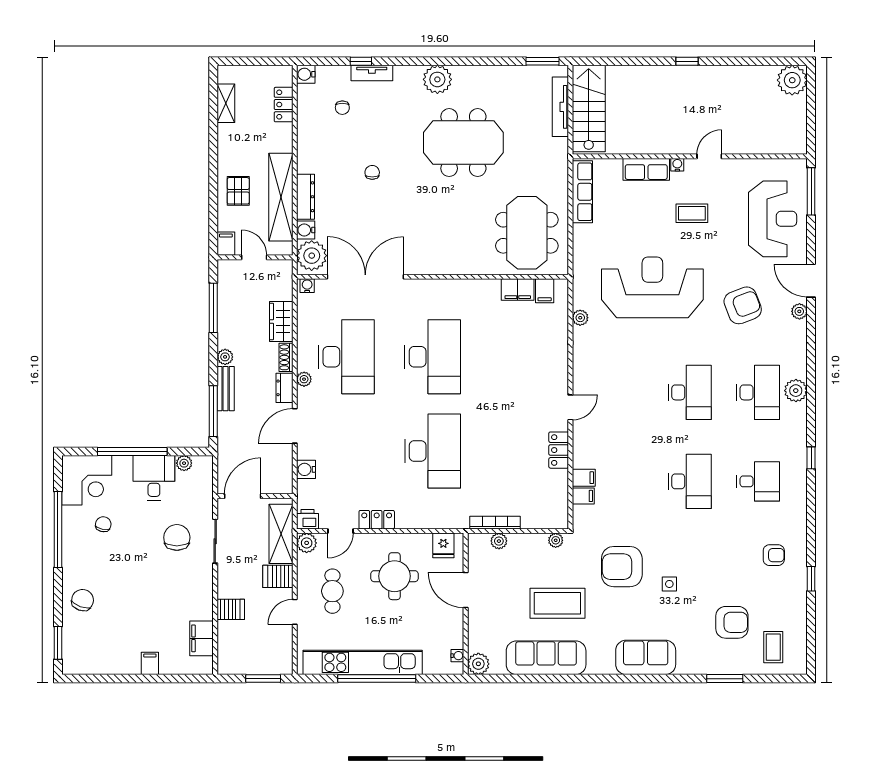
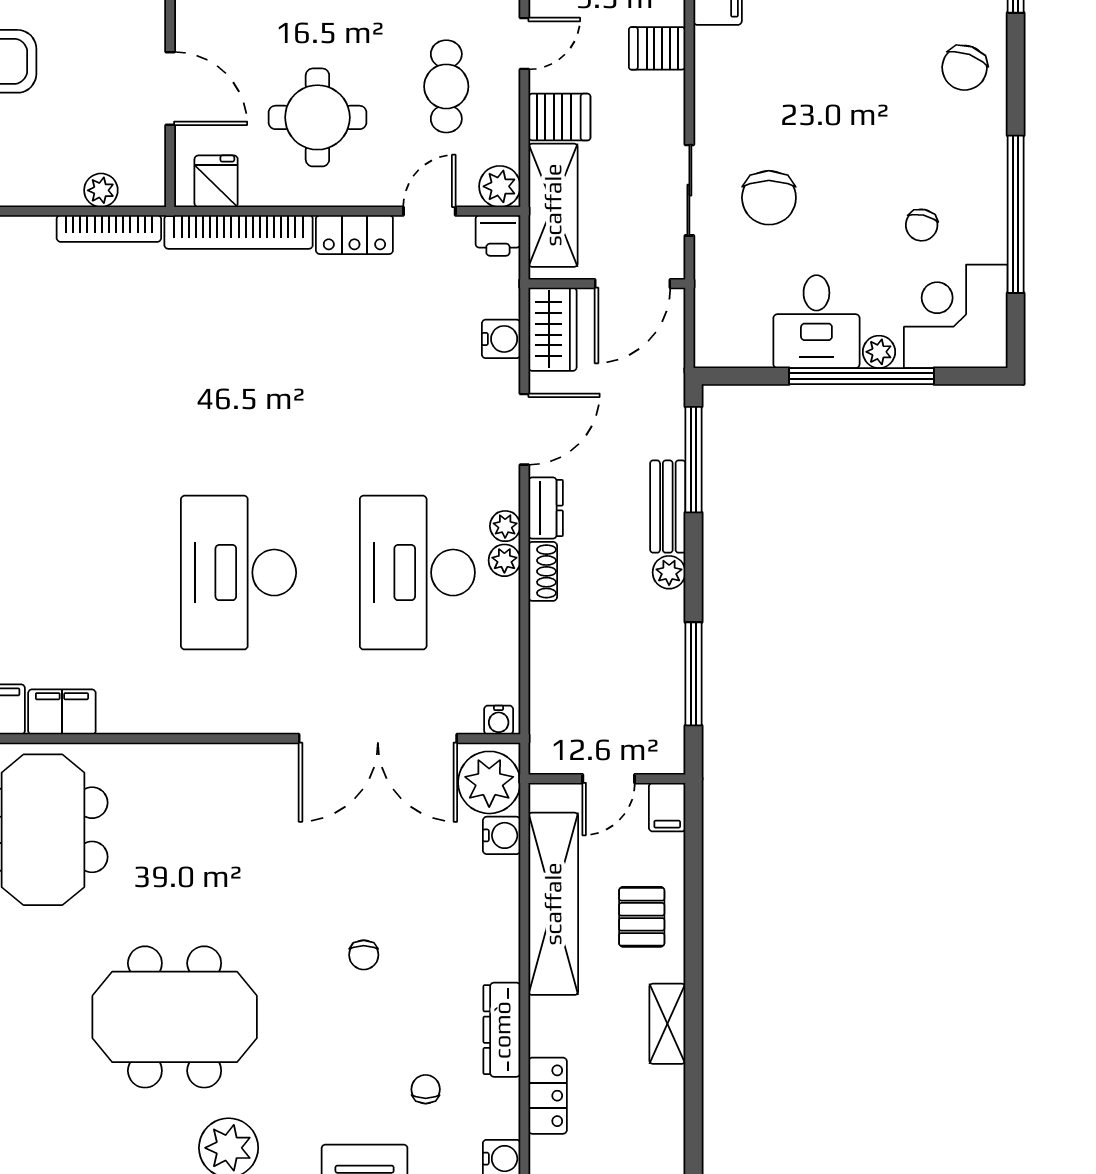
shelving: (226, 103) -> (667, 1024), moved
dresser: (306, 197) -> (502, 1030), moved
door: (254, 257) -> (609, 779), hinge flipped
wardrobe: (281, 322) -> (553, 329), moved
plant: (304, 363) -> (504, 560), added
desk: (433, 451) -> (238, 377), removed
plant: (184, 463) -> (879, 352), moved
bookcase: (433, 521) -> (239, 232), added

